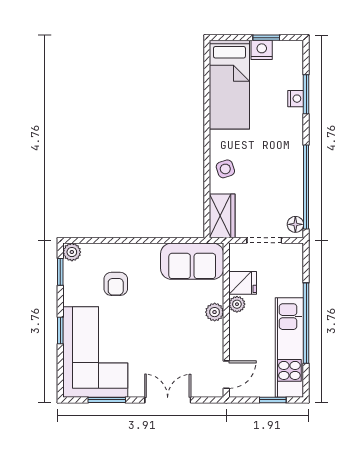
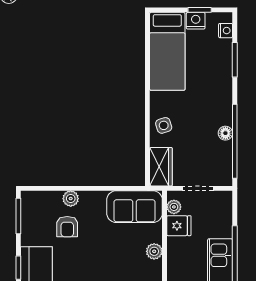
nightstand: (296, 99) -> (226, 31), moved
floor lamp: (295, 224) -> (225, 133), moved
plant: (72, 252) -> (71, 199), moved
window: (60, 272) -> (18, 216), width x1.50
plant: (237, 304) -> (174, 207), moved

